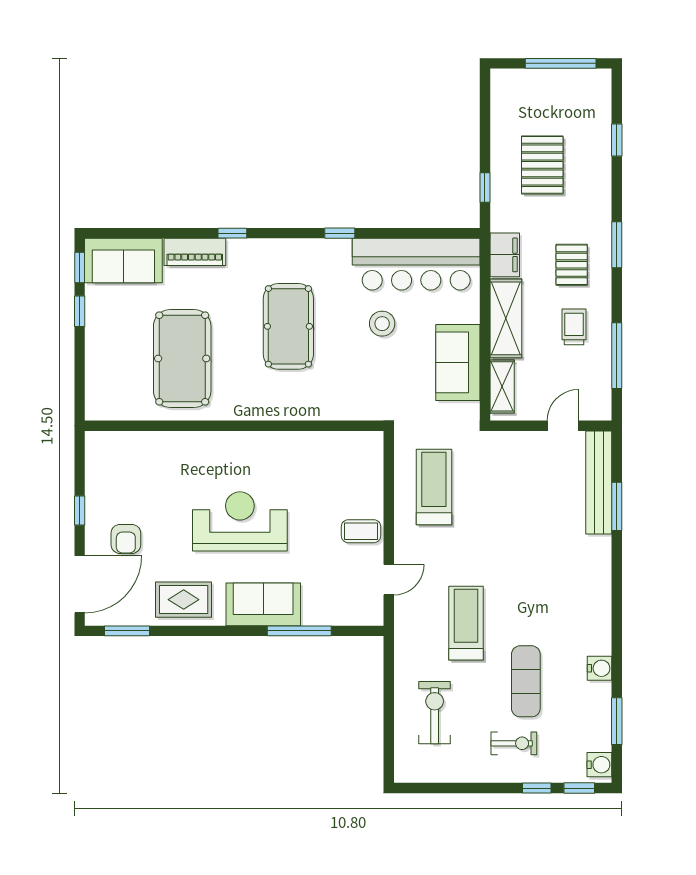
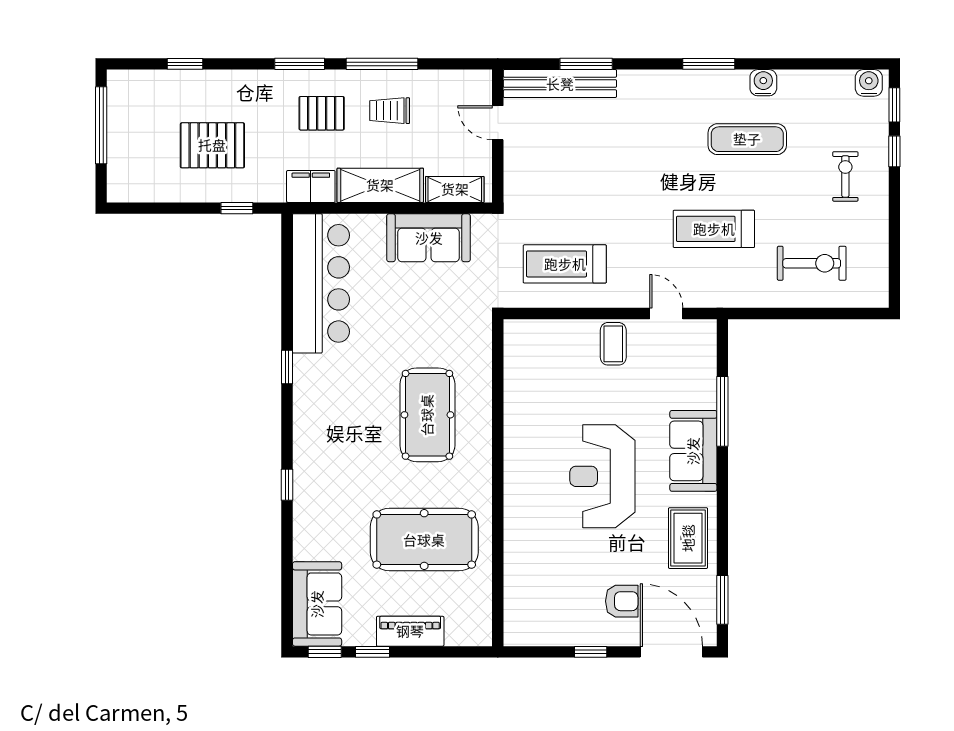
piano: (195, 252) -> (410, 631), moved, turned -90
stool: (382, 324) -> (386, 321), removed
pool table: (288, 326) -> (427, 415), moved, turned 90
window: (617, 356) -> (382, 64), moved
exercise mat: (526, 681) -> (747, 139), moved
exercise bike: (435, 713) -> (812, 263), turned 180
window: (617, 721) -> (709, 64), moved

